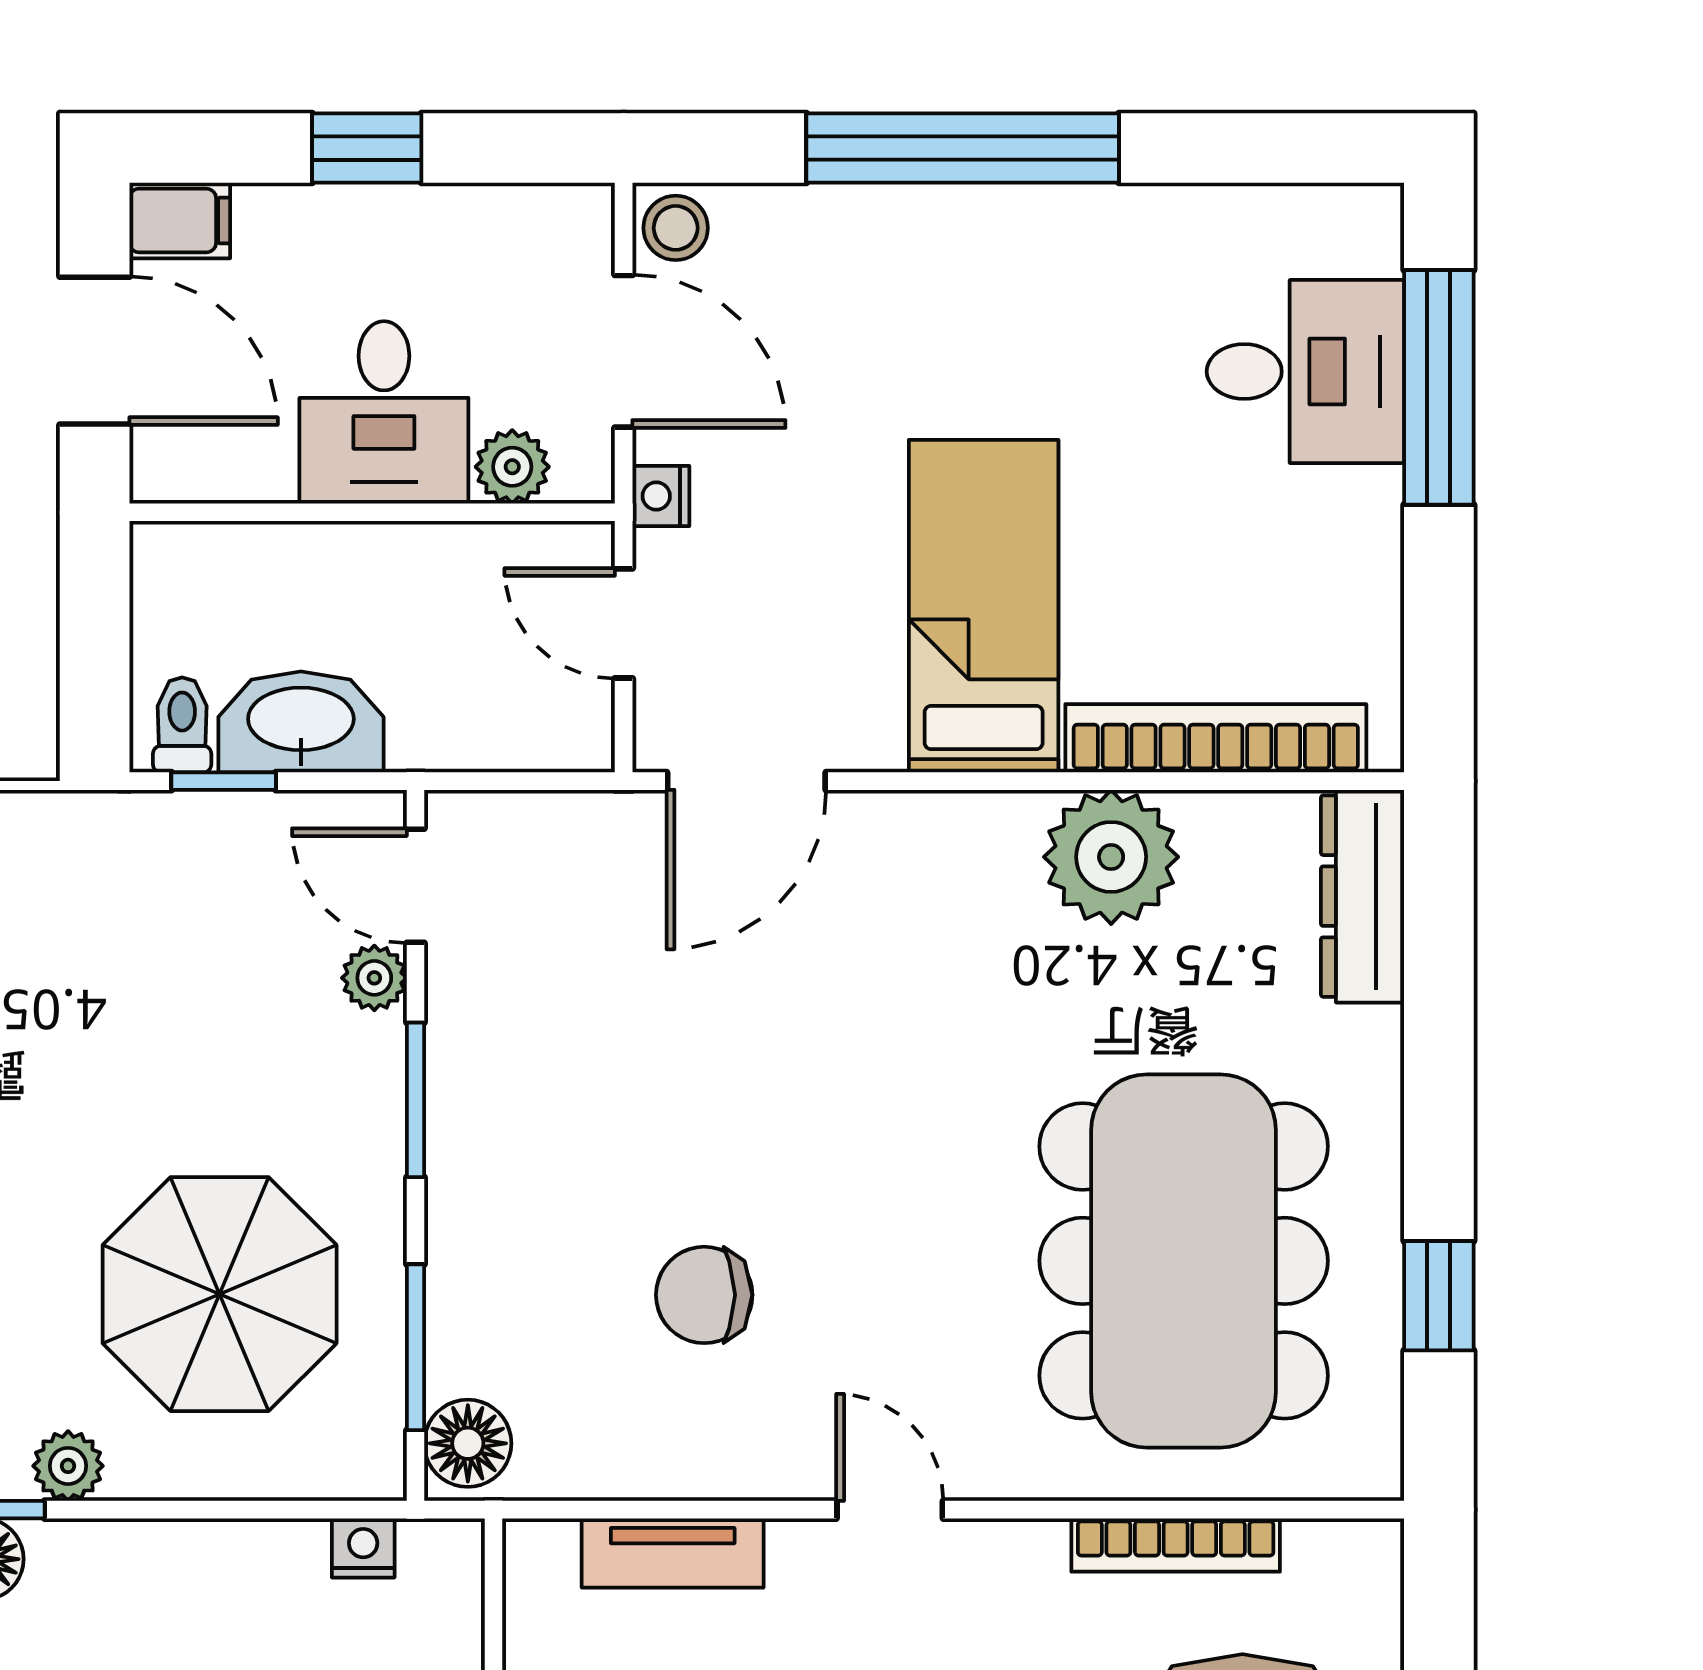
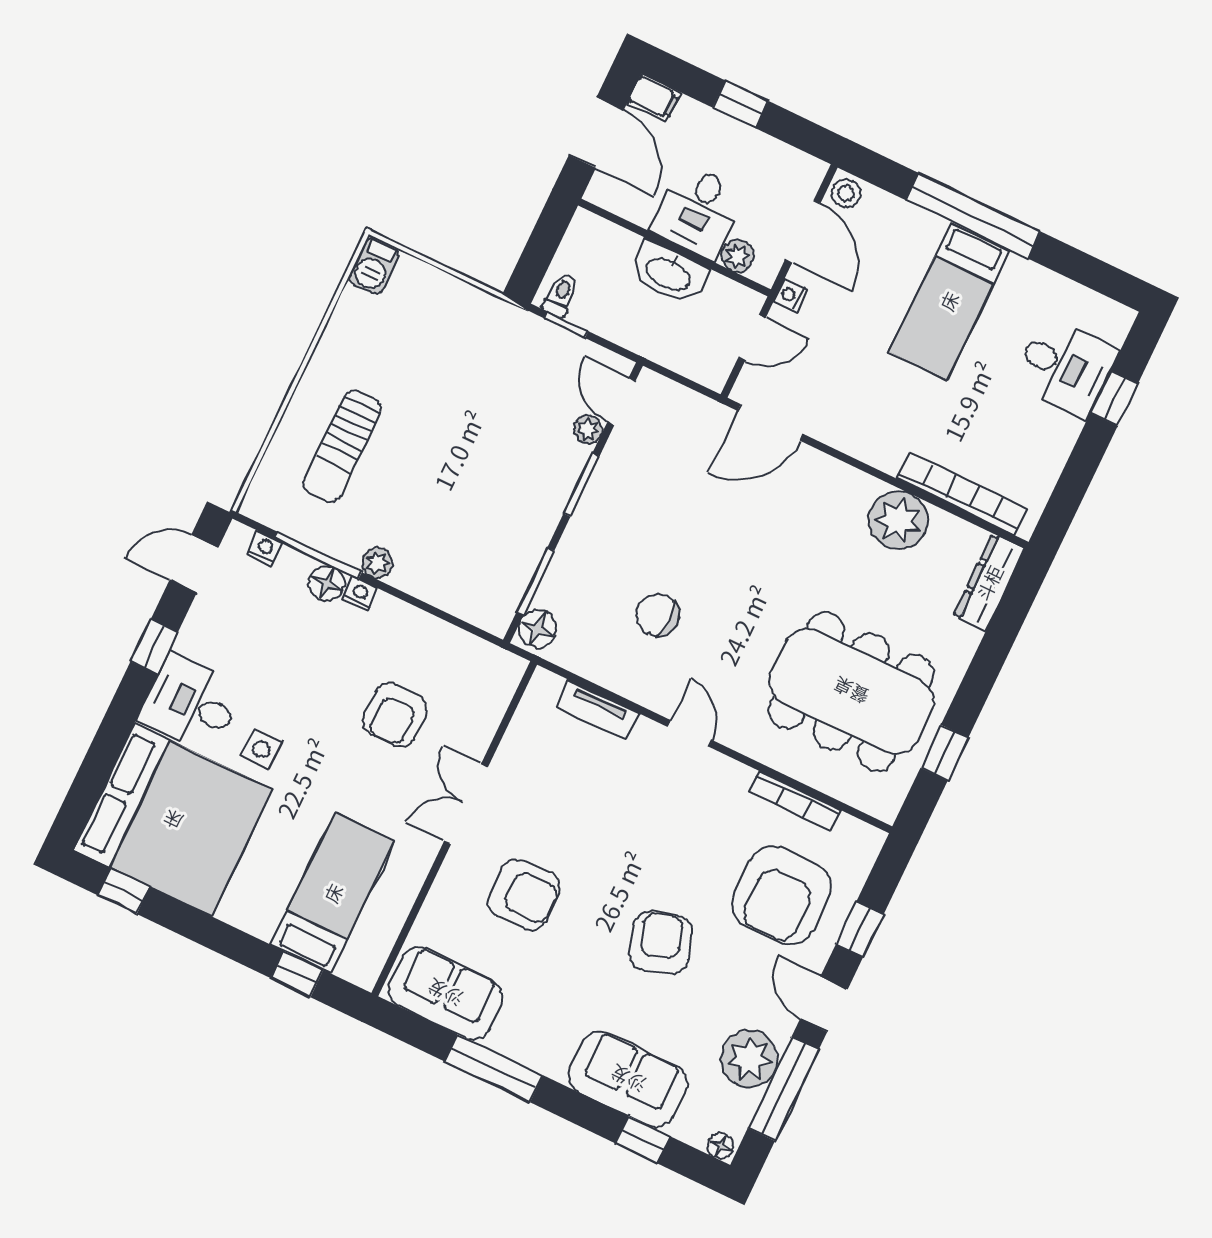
window: (1439, 387) -> (1114, 398), width x0.46
bed: (984, 606) -> (949, 301), moved, turned 180
door: (624, 623) -> (752, 338), swing flipped
washbasin: (301, 722) -> (669, 273), moved, turned 180
dining table: (1184, 1261) -> (851, 691), turned 90
parasol: (220, 1294) -> (469, 524), removed
nightstand: (363, 1548) -> (360, 594), moved

